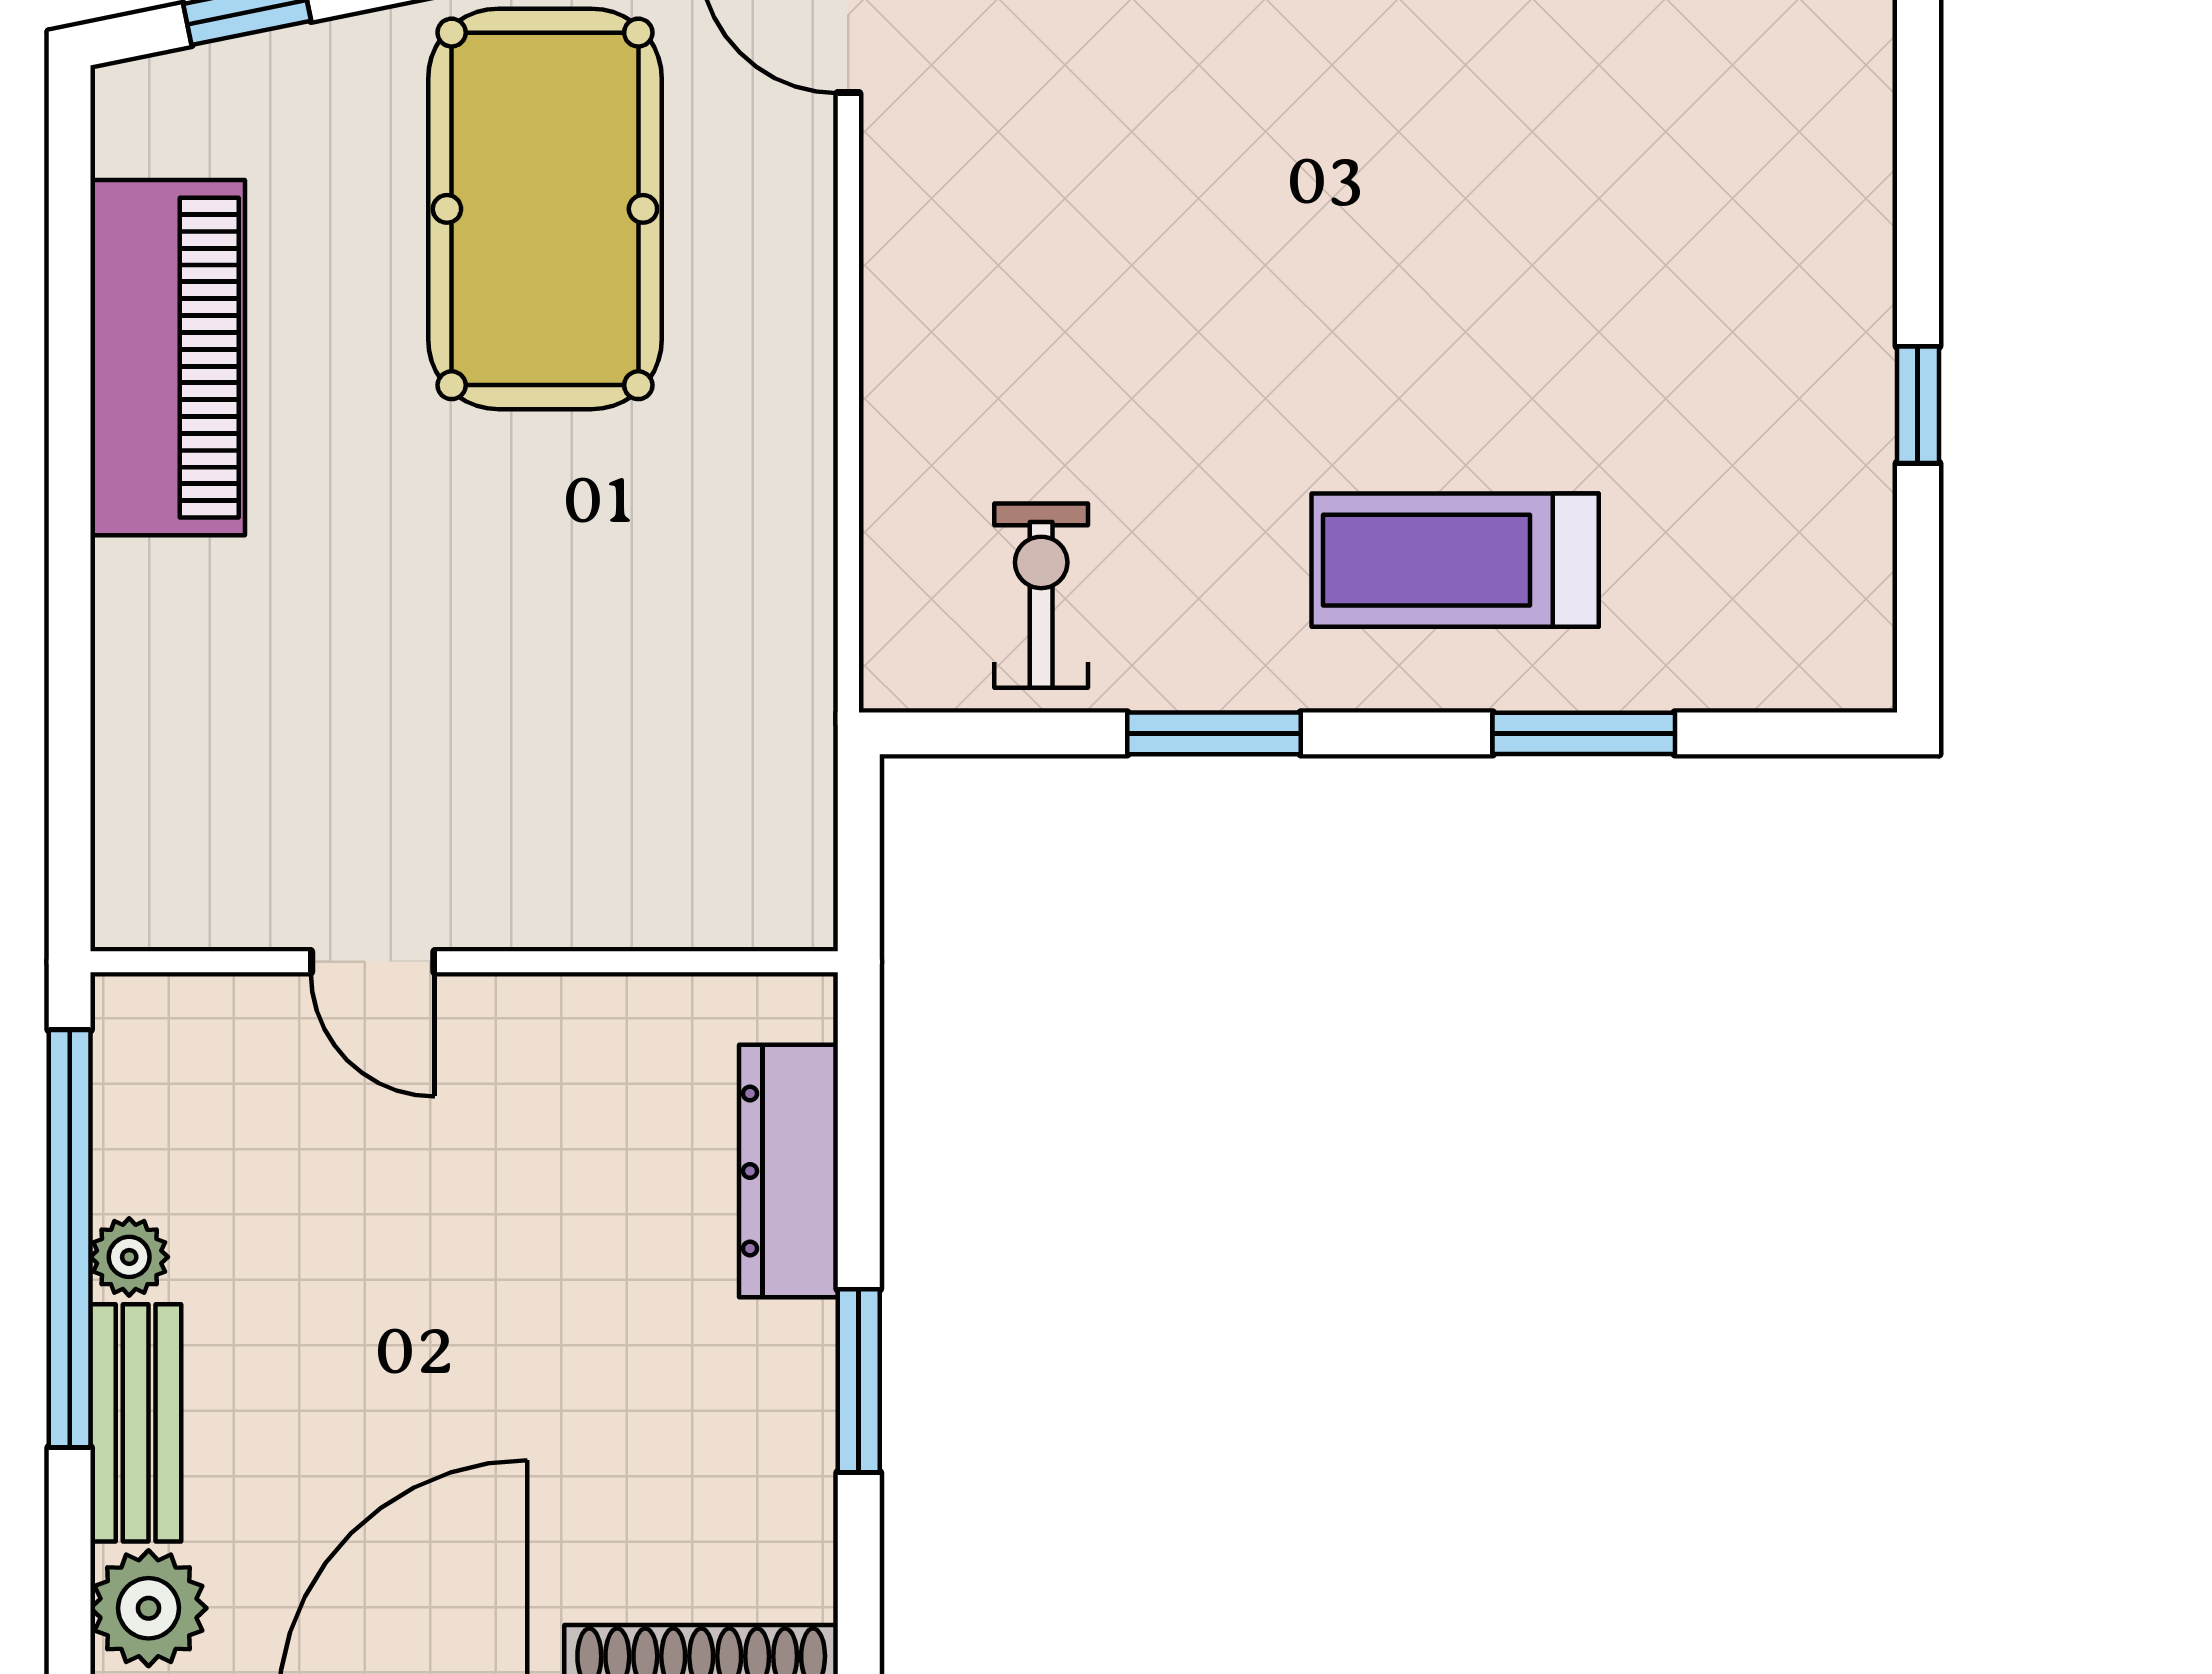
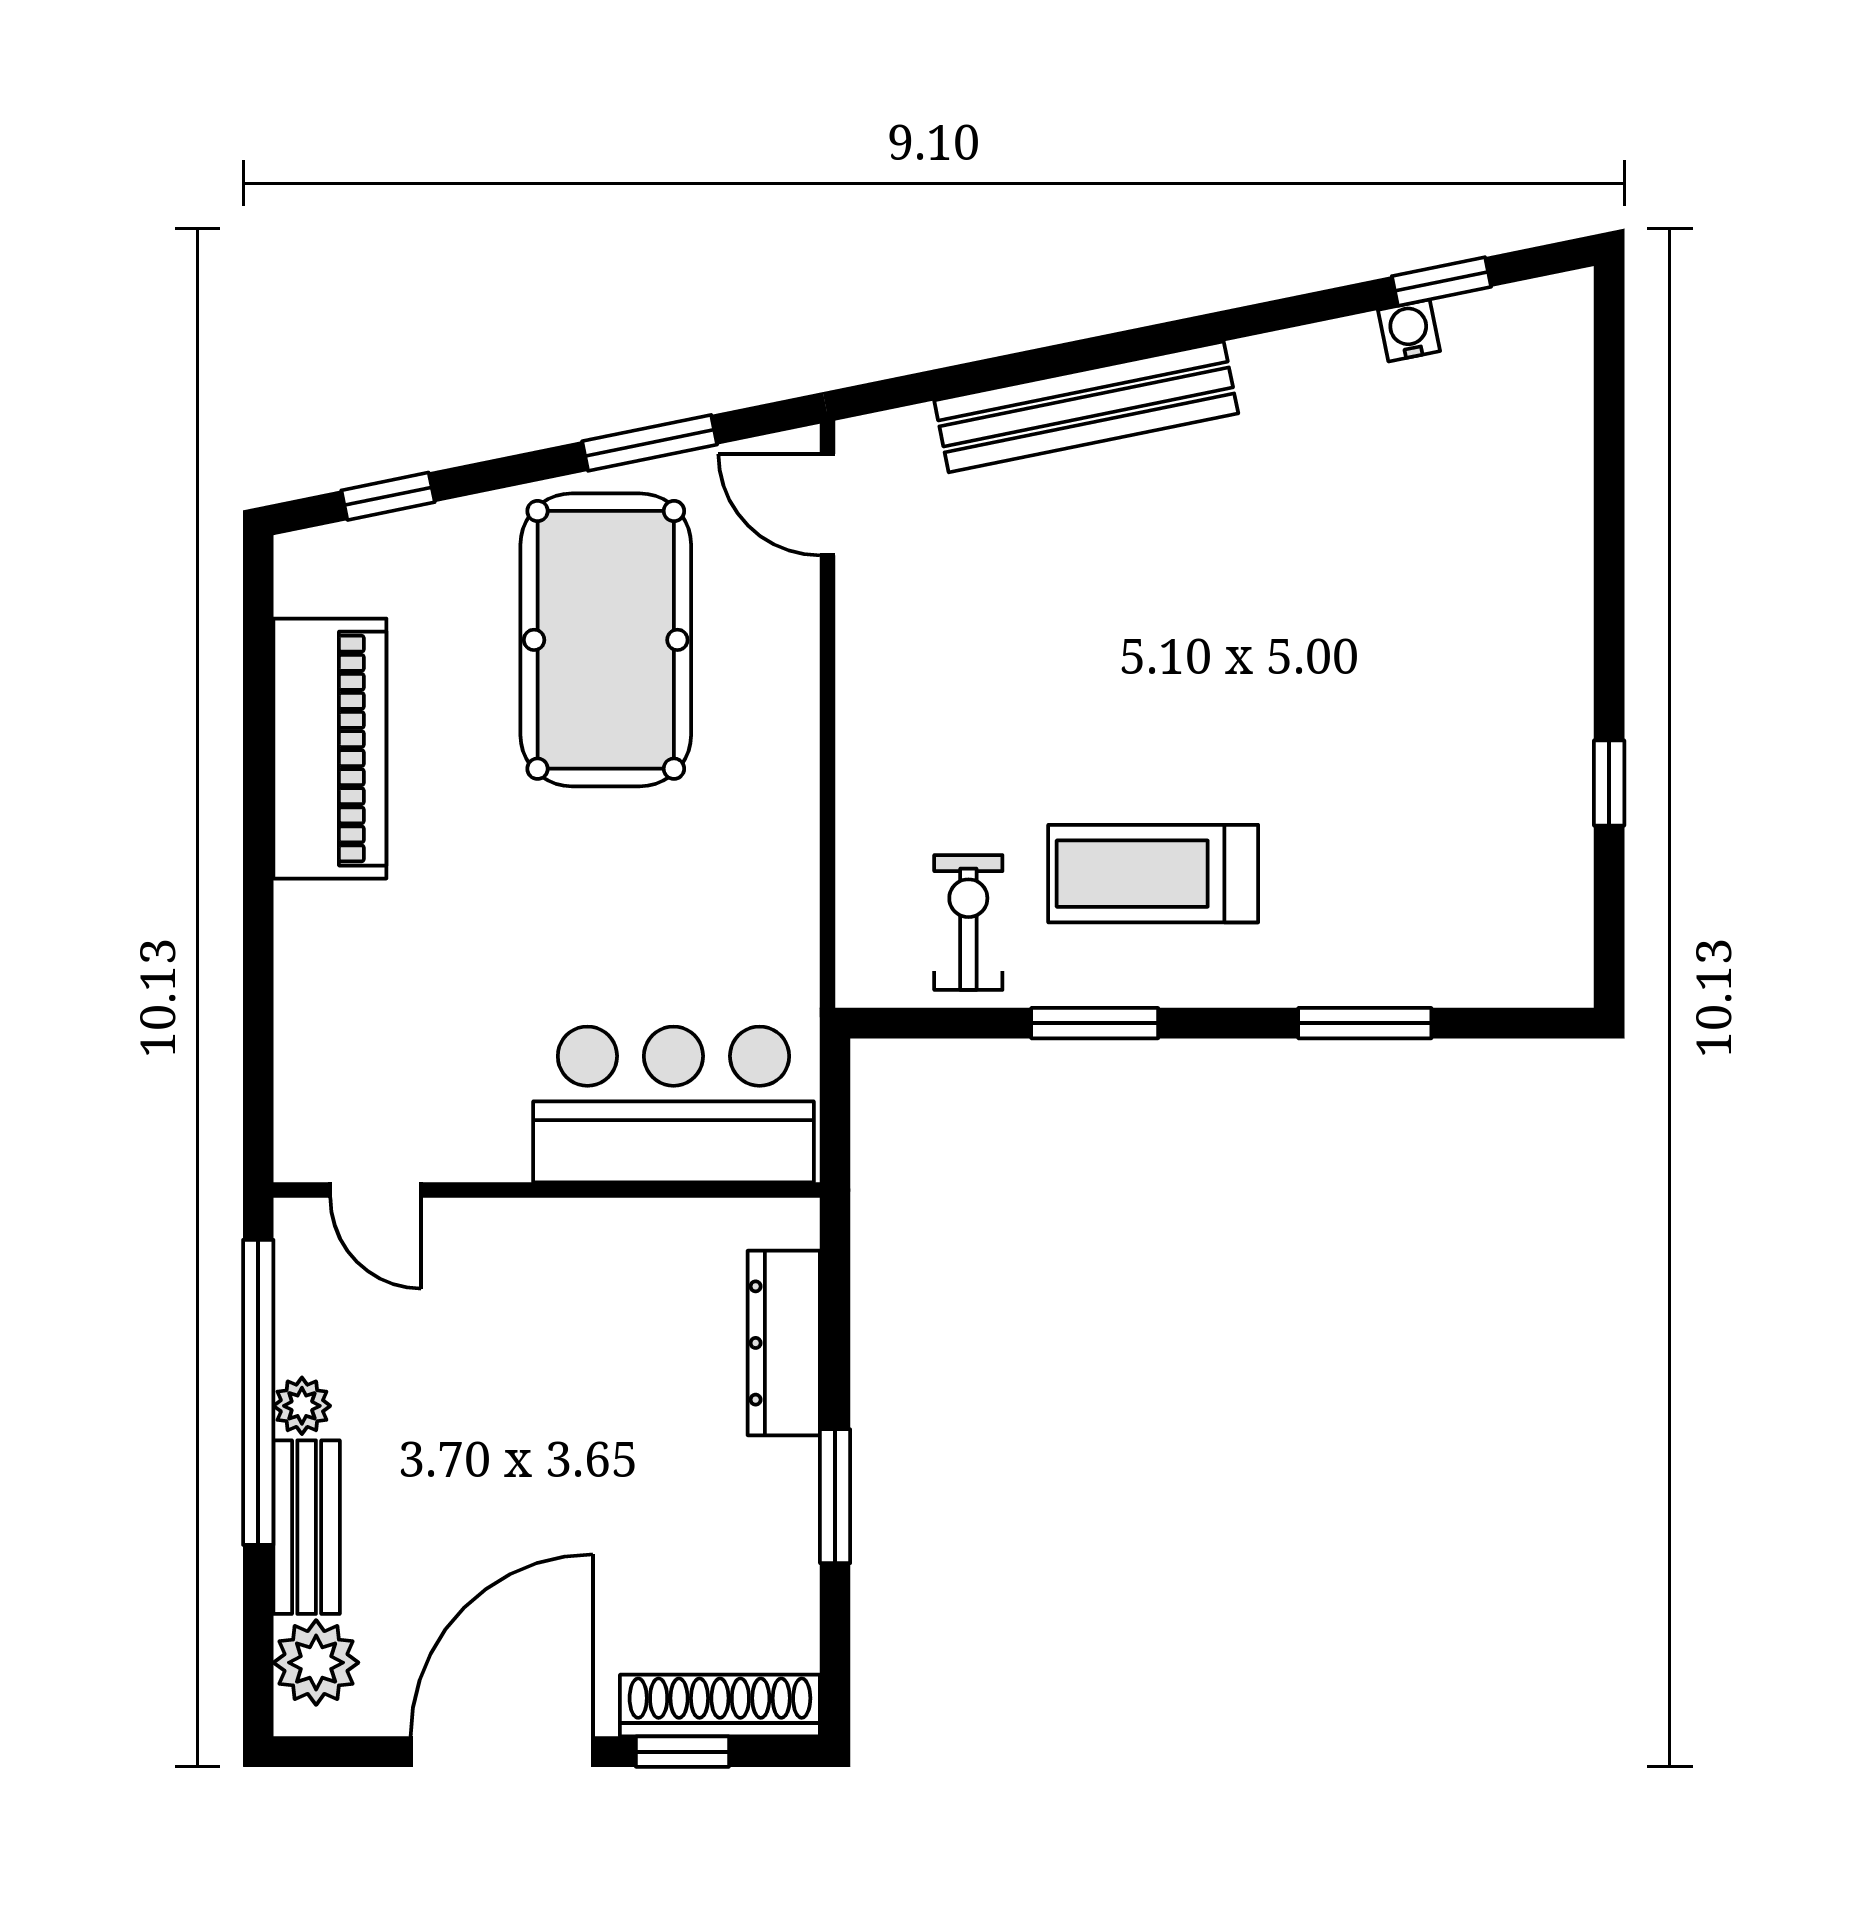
treadmill: (1455, 560) -> (1153, 874), moved
bar counter: (638, 845) -> (673, 1104), added
door: (373, 962) -> (376, 1190), moved

